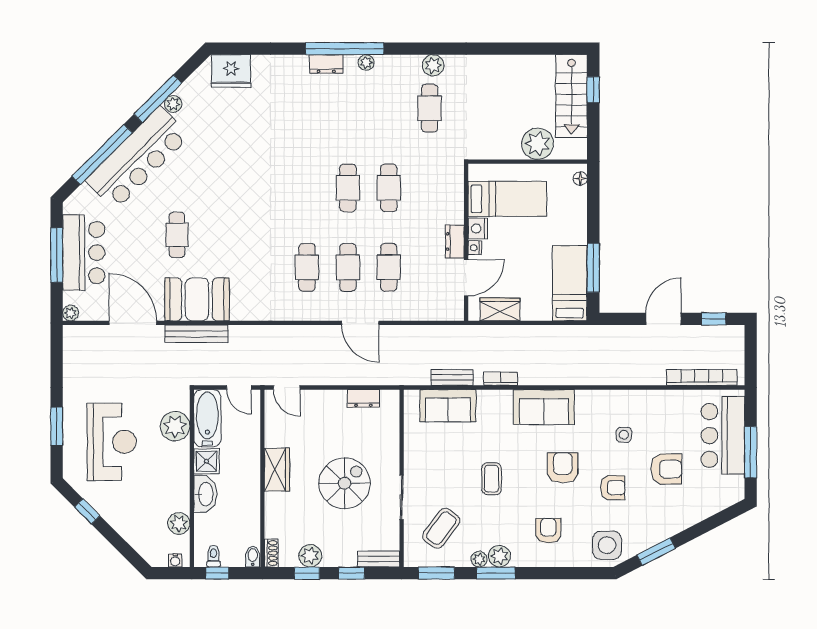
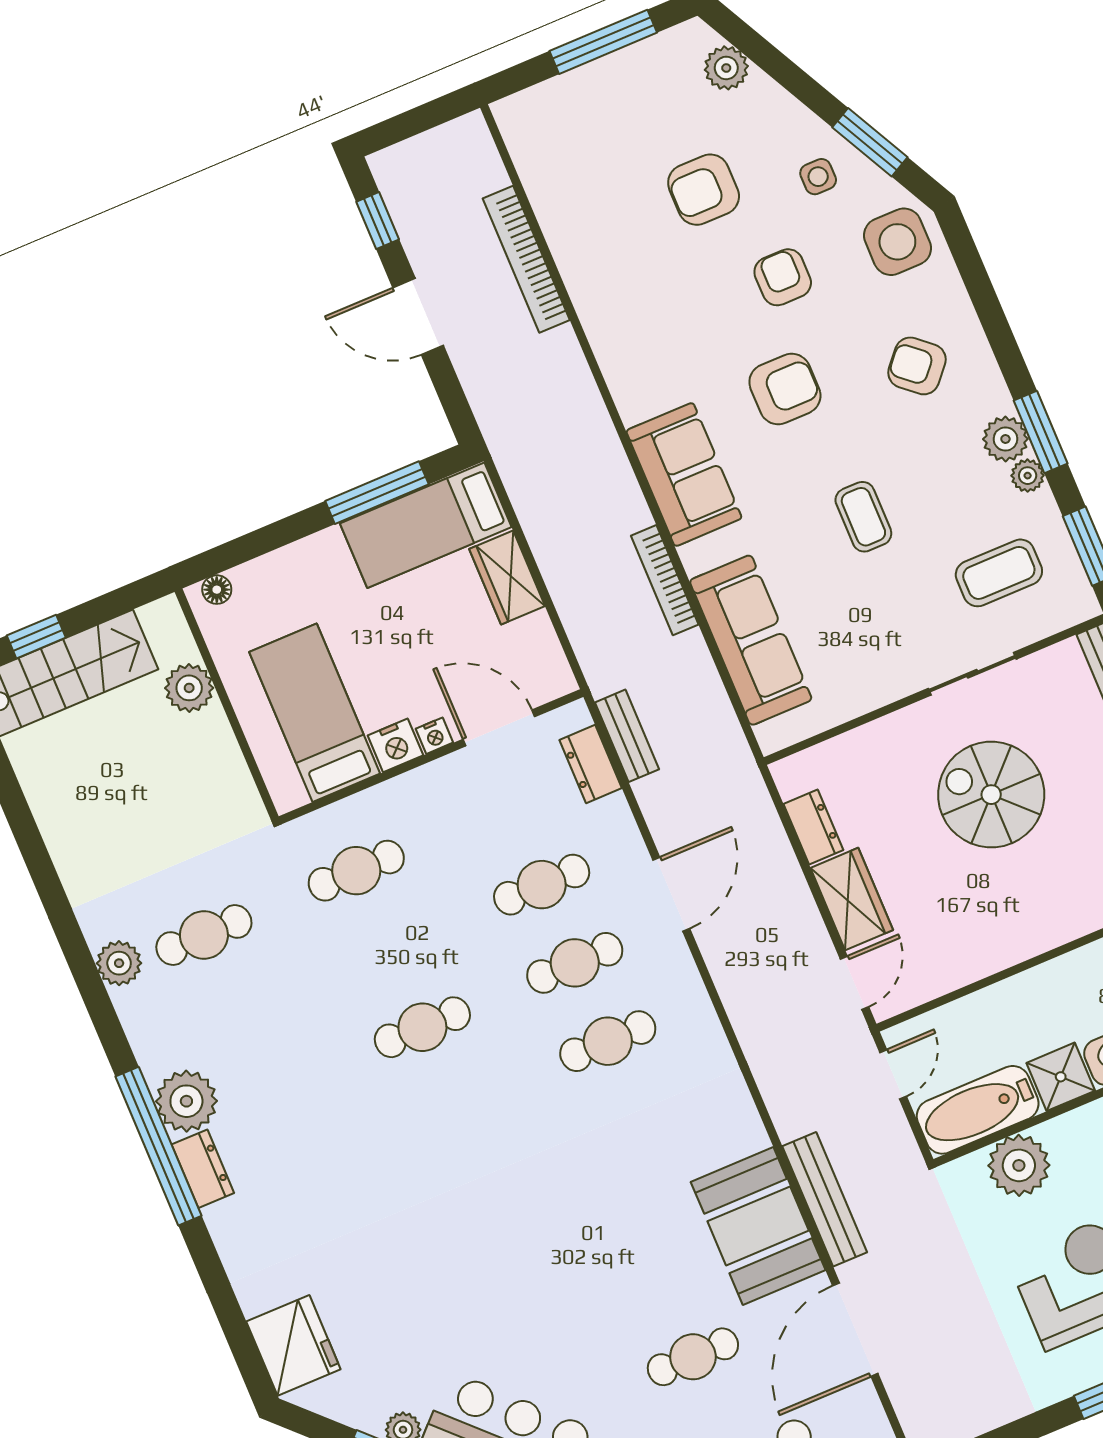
plant: (366, 63) -> (186, 1101), width x1.88, depth x1.88
plant: (538, 144) -> (189, 688), width x0.73, depth x0.73
cafe table: (389, 188) -> (356, 871), moved
cafe table: (177, 235) -> (693, 1357), moved
dresser: (455, 241) -> (591, 764), moved, turned 90
wardrobe: (500, 309) -> (507, 578), moved
bench: (452, 377) -> (627, 736), moved
bookcase: (702, 377) -> (526, 259), moved
bookcase: (501, 379) -> (665, 580), width x1.56
sofa: (448, 406) -> (751, 640), width x1.36
side table: (624, 435) -> (818, 177), moved
bar counter: (723, 435) -> (593, 109), removed
armchair: (563, 468) -> (785, 389), turned 180
armchair: (666, 469) -> (704, 190), turned -90
wardrobe: (277, 470) -> (852, 899), moved, turned 90
coffee table: (492, 479) -> (863, 517), turned 90
plant: (716, 502) -> (726, 68), added
coffee table: (441, 528) -> (999, 573), turned -37
armchair: (548, 531) -> (917, 366), turned 41

